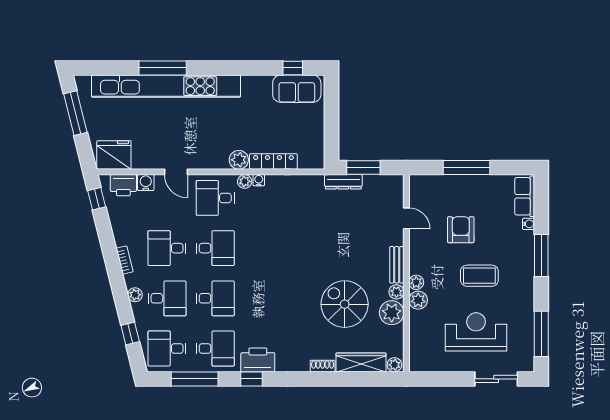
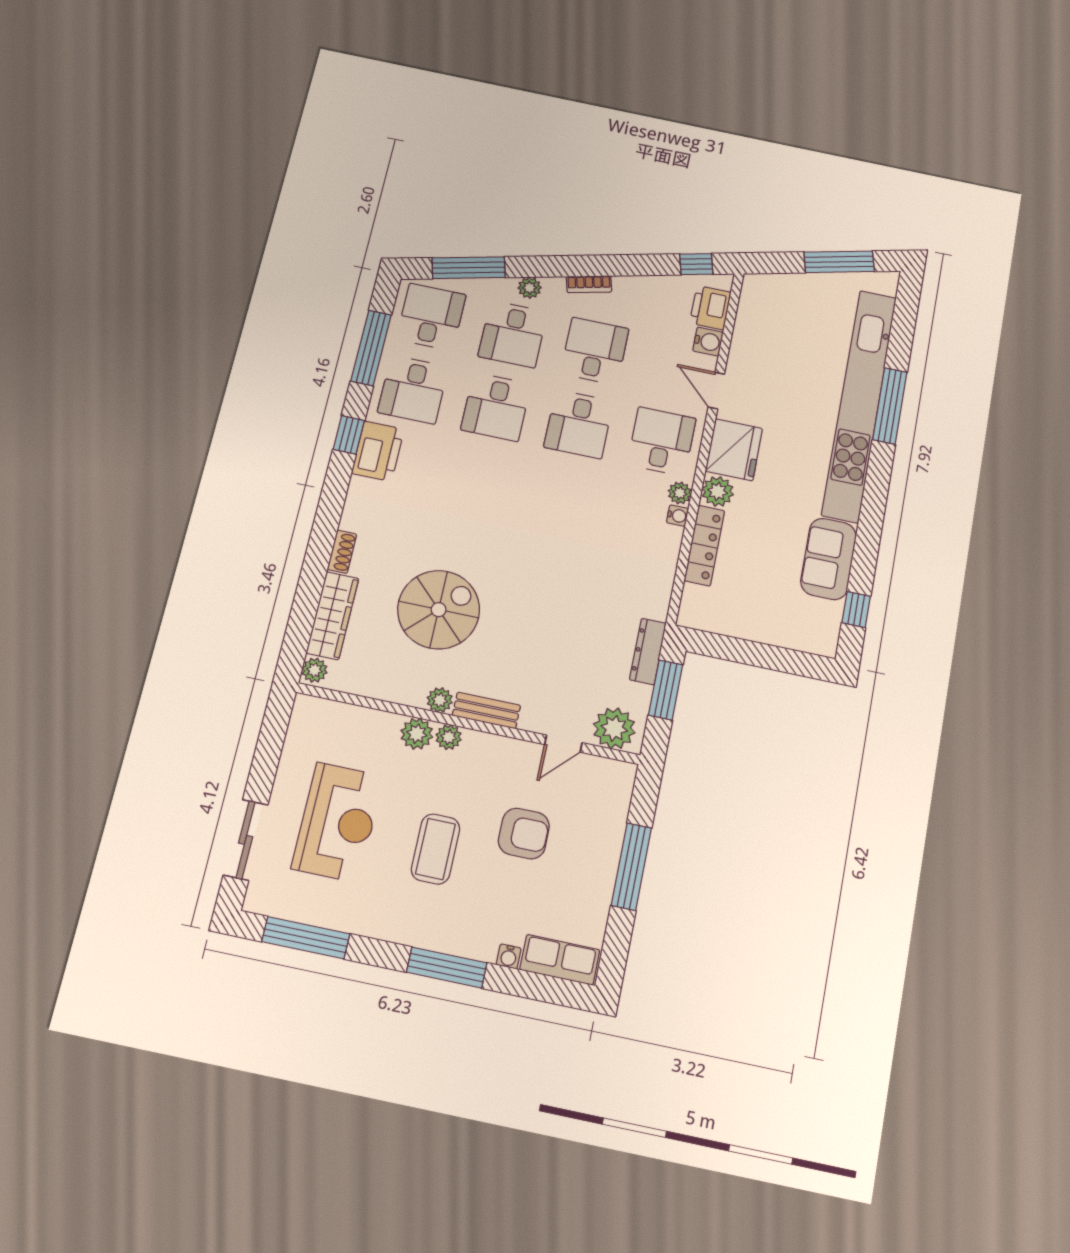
sofa: (297, 89) -> (829, 559), moved
fridge: (114, 155) -> (734, 450), moved
door: (176, 172) -> (716, 391), hinge flipped
plant: (392, 313) -> (614, 728), moved
window: (130, 334) -> (469, 268), width x2.17

